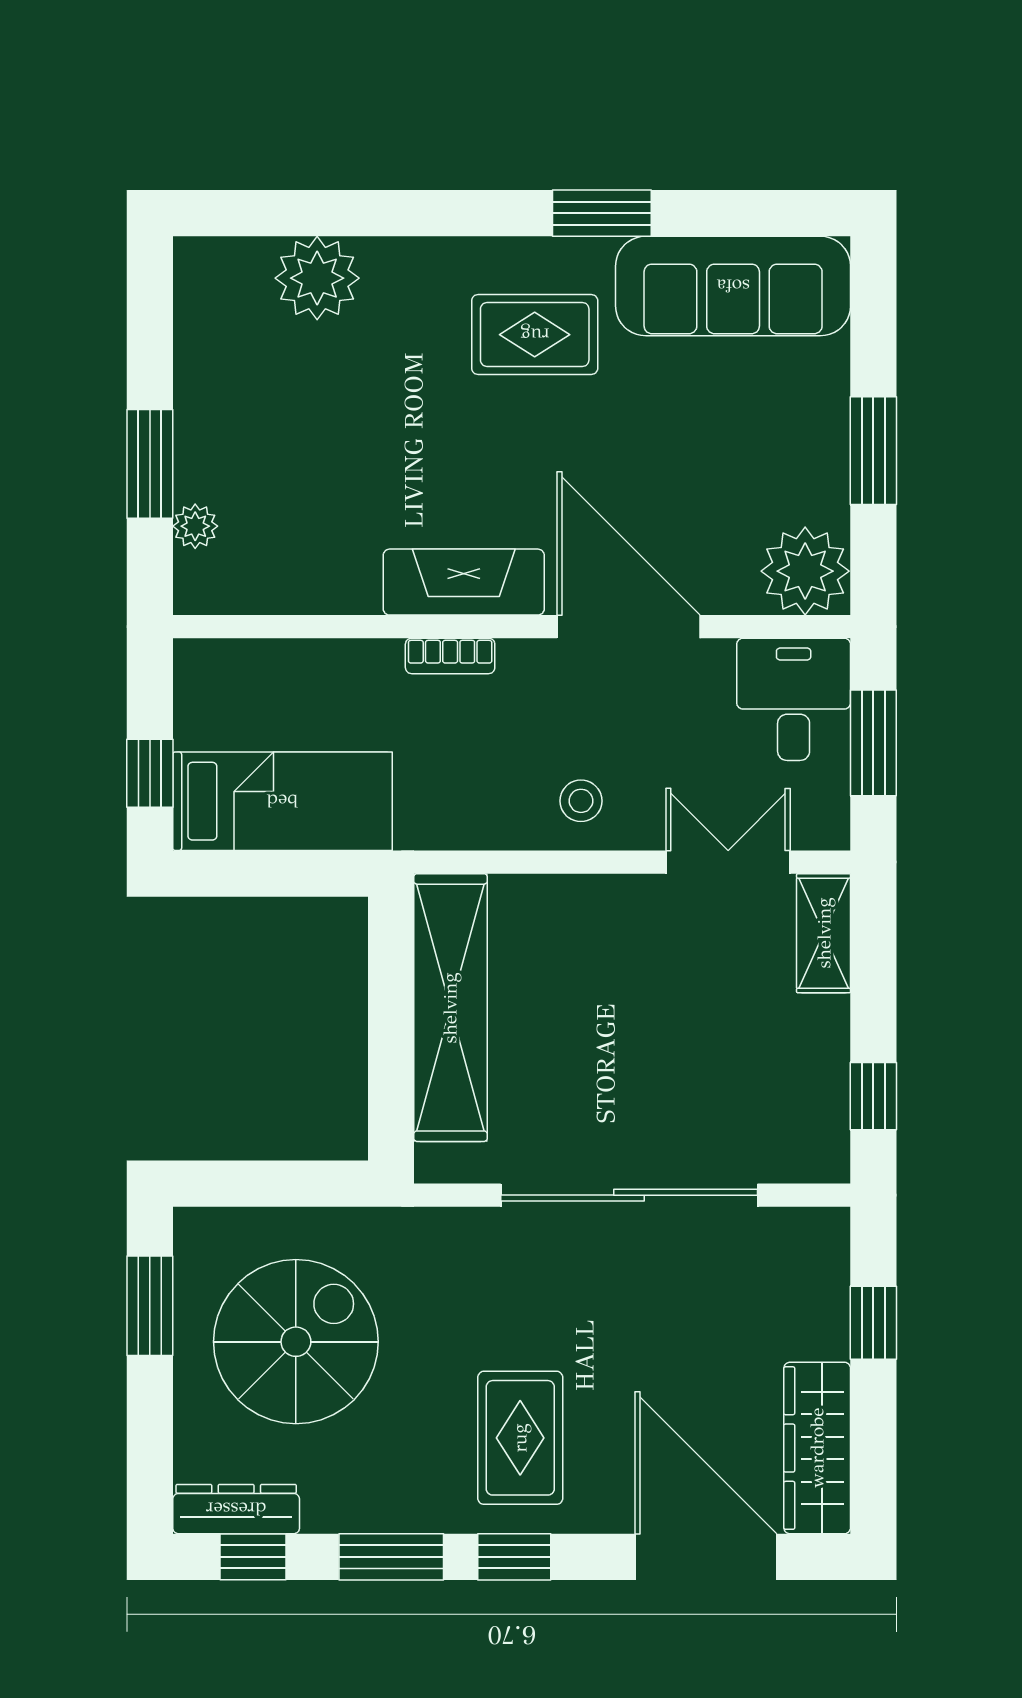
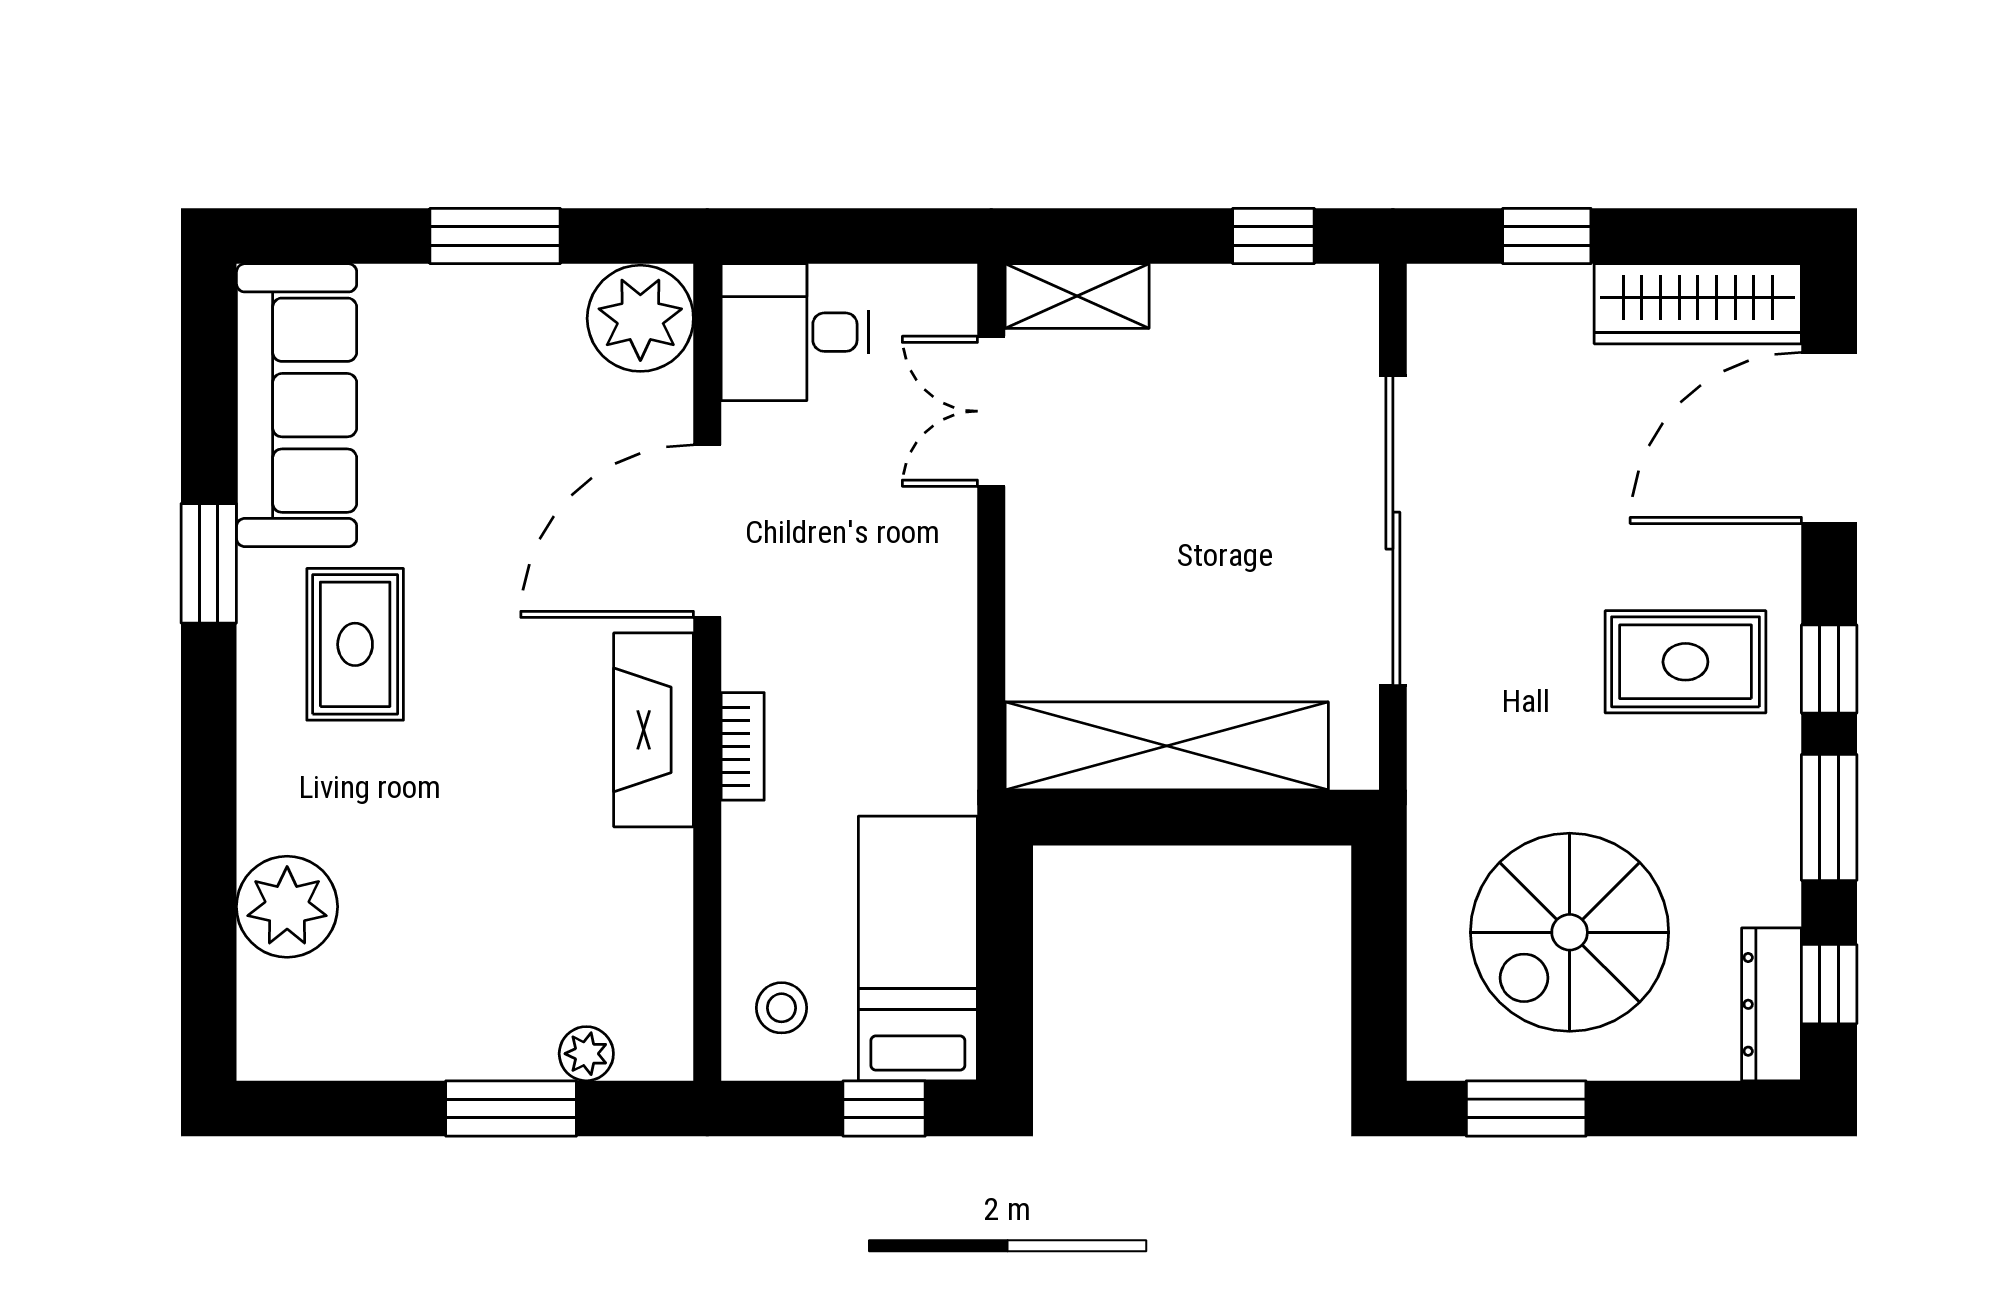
window: (873, 743) -> (847, 236), removed
stool: (581, 801) -> (782, 1008), moved
spiral stairs: (296, 1342) -> (1570, 932), turned -90

